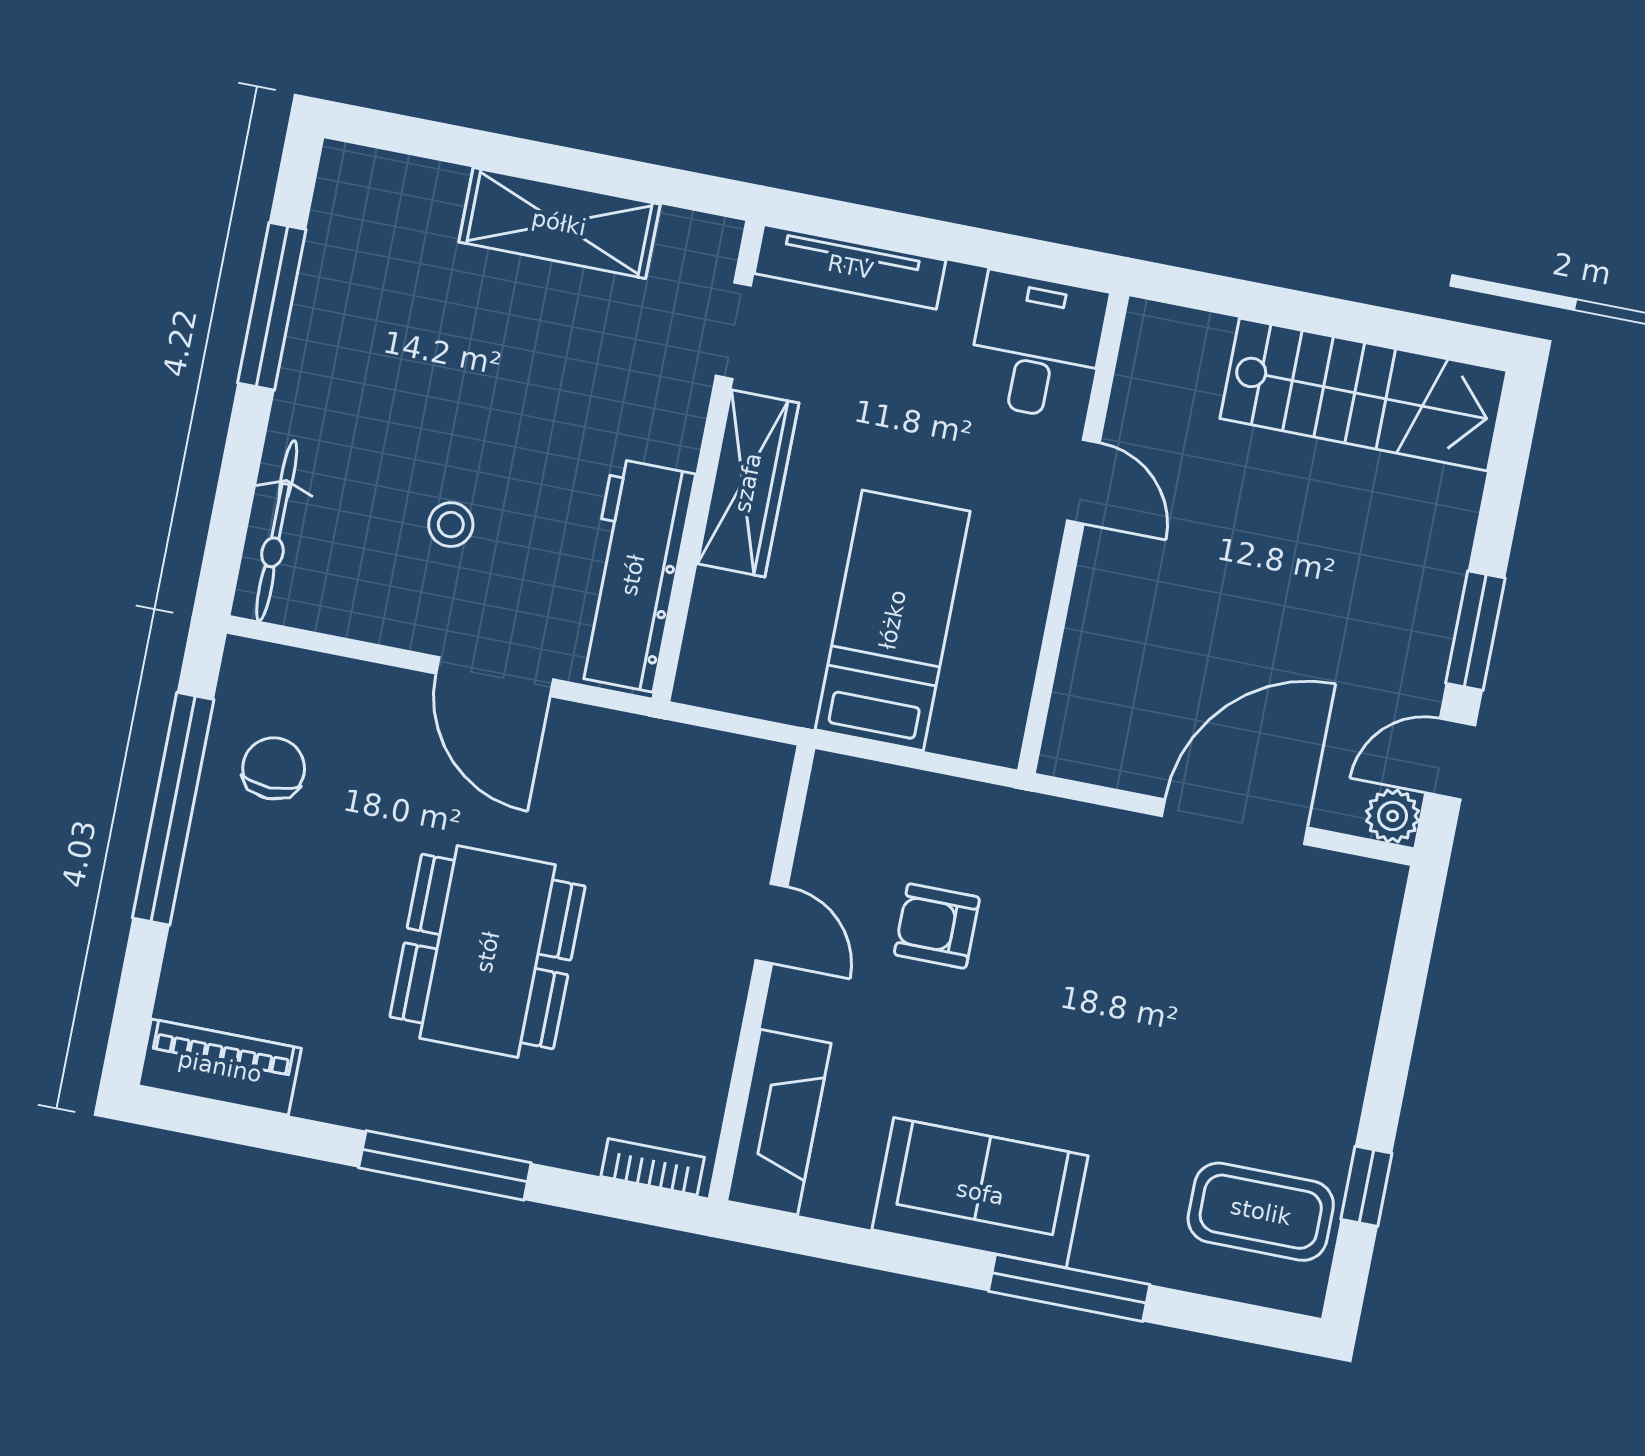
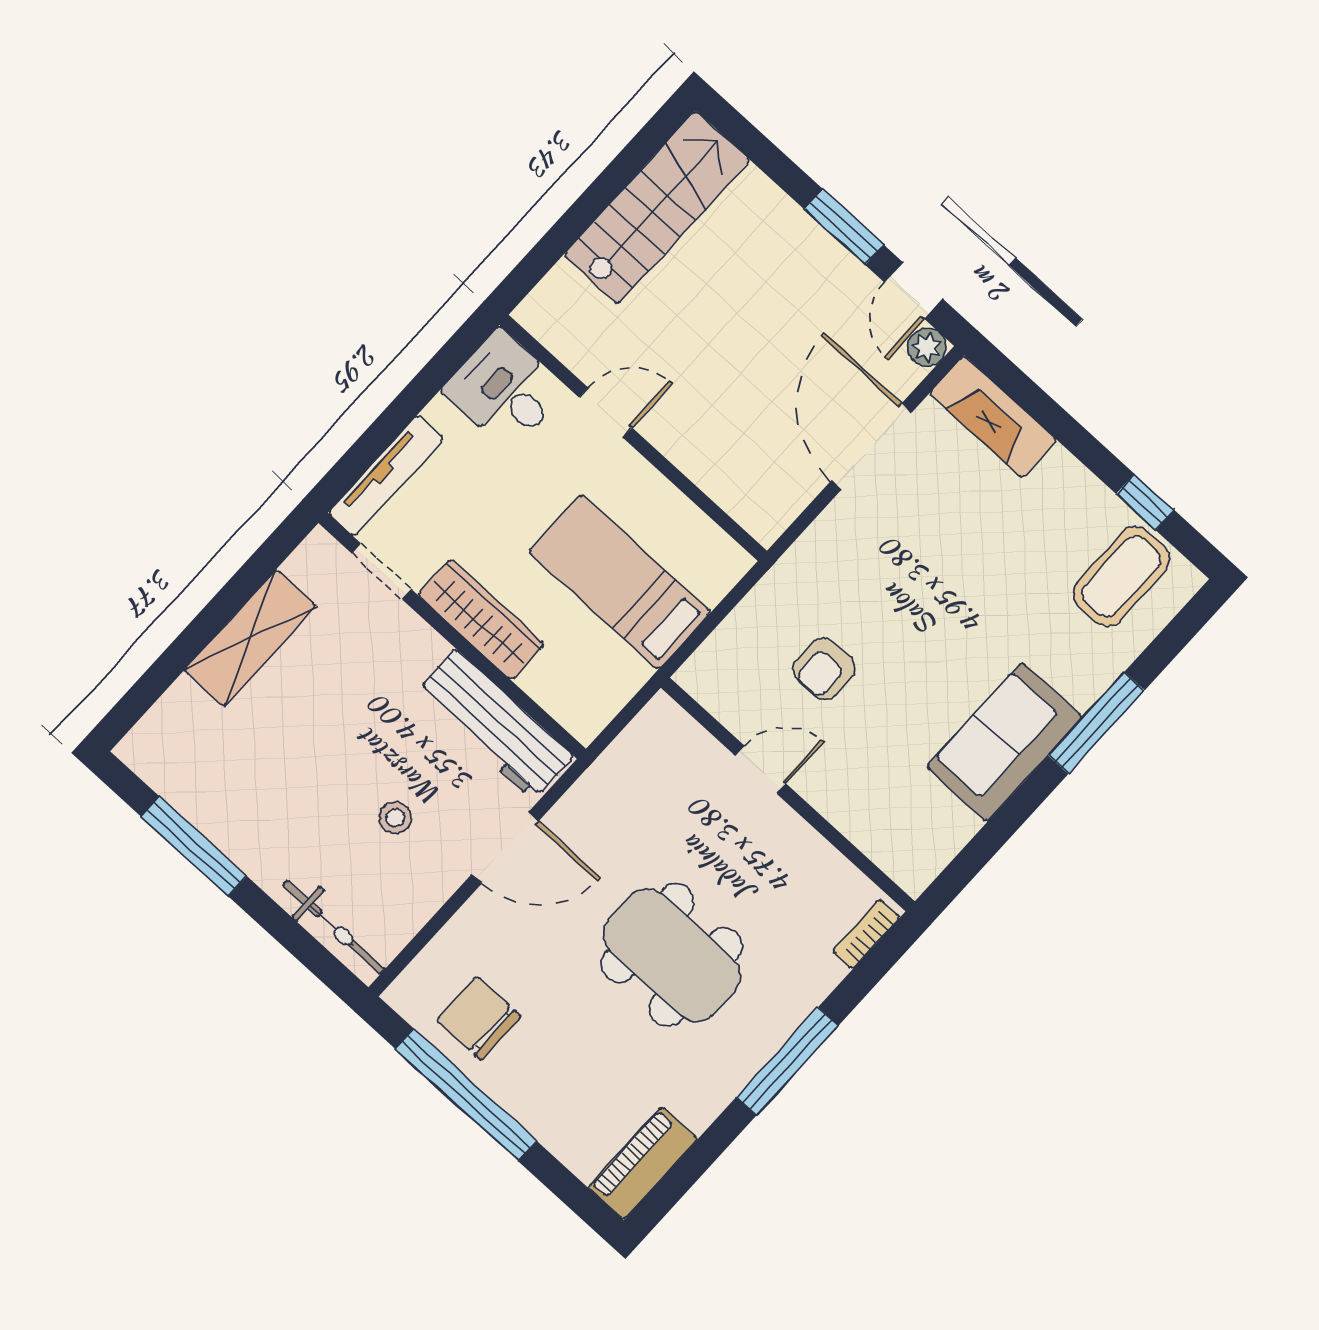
chair: (274, 768) -> (479, 1018), width x1.37, depth x1.37
fireplace: (779, 1122) -> (993, 417), moved, turned 180

